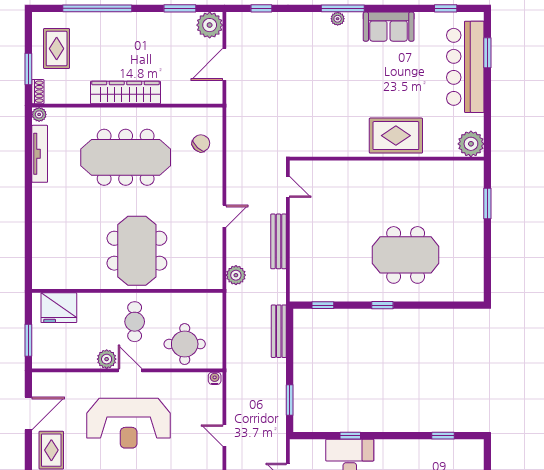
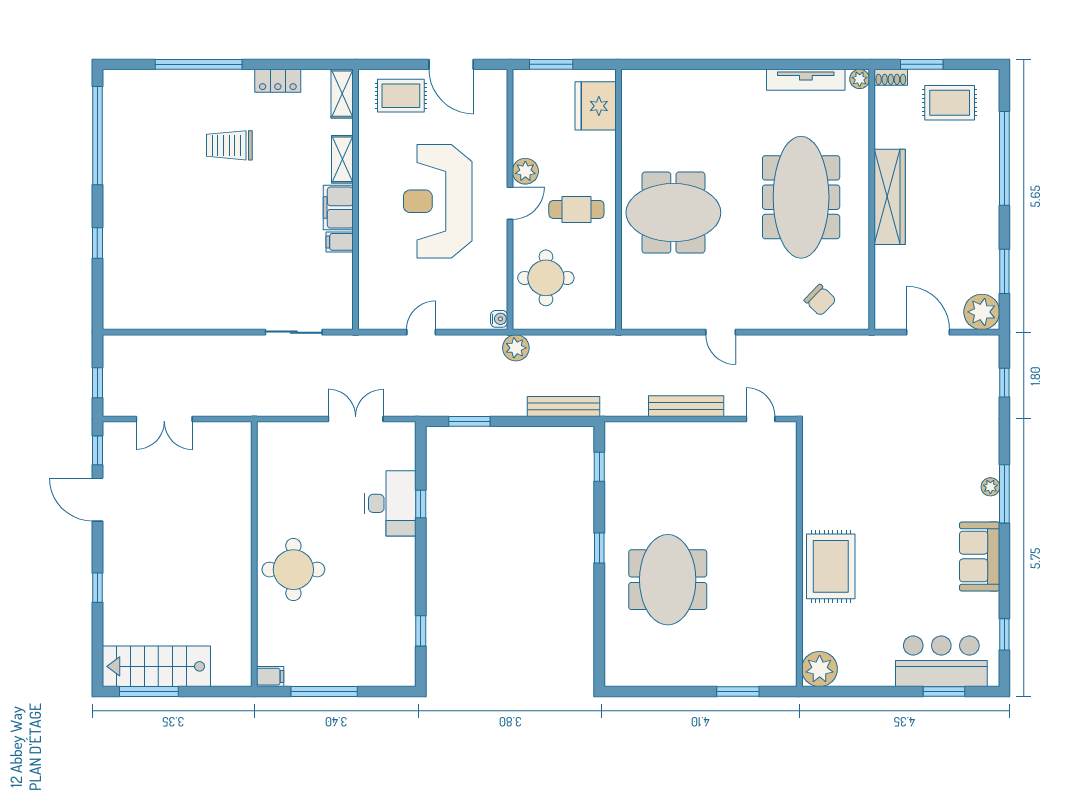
bar counter: (465, 67) -> (941, 661), width x0.73
door: (288, 187) -> (761, 419), swing flipped
plant: (236, 275) -> (516, 348), moved

